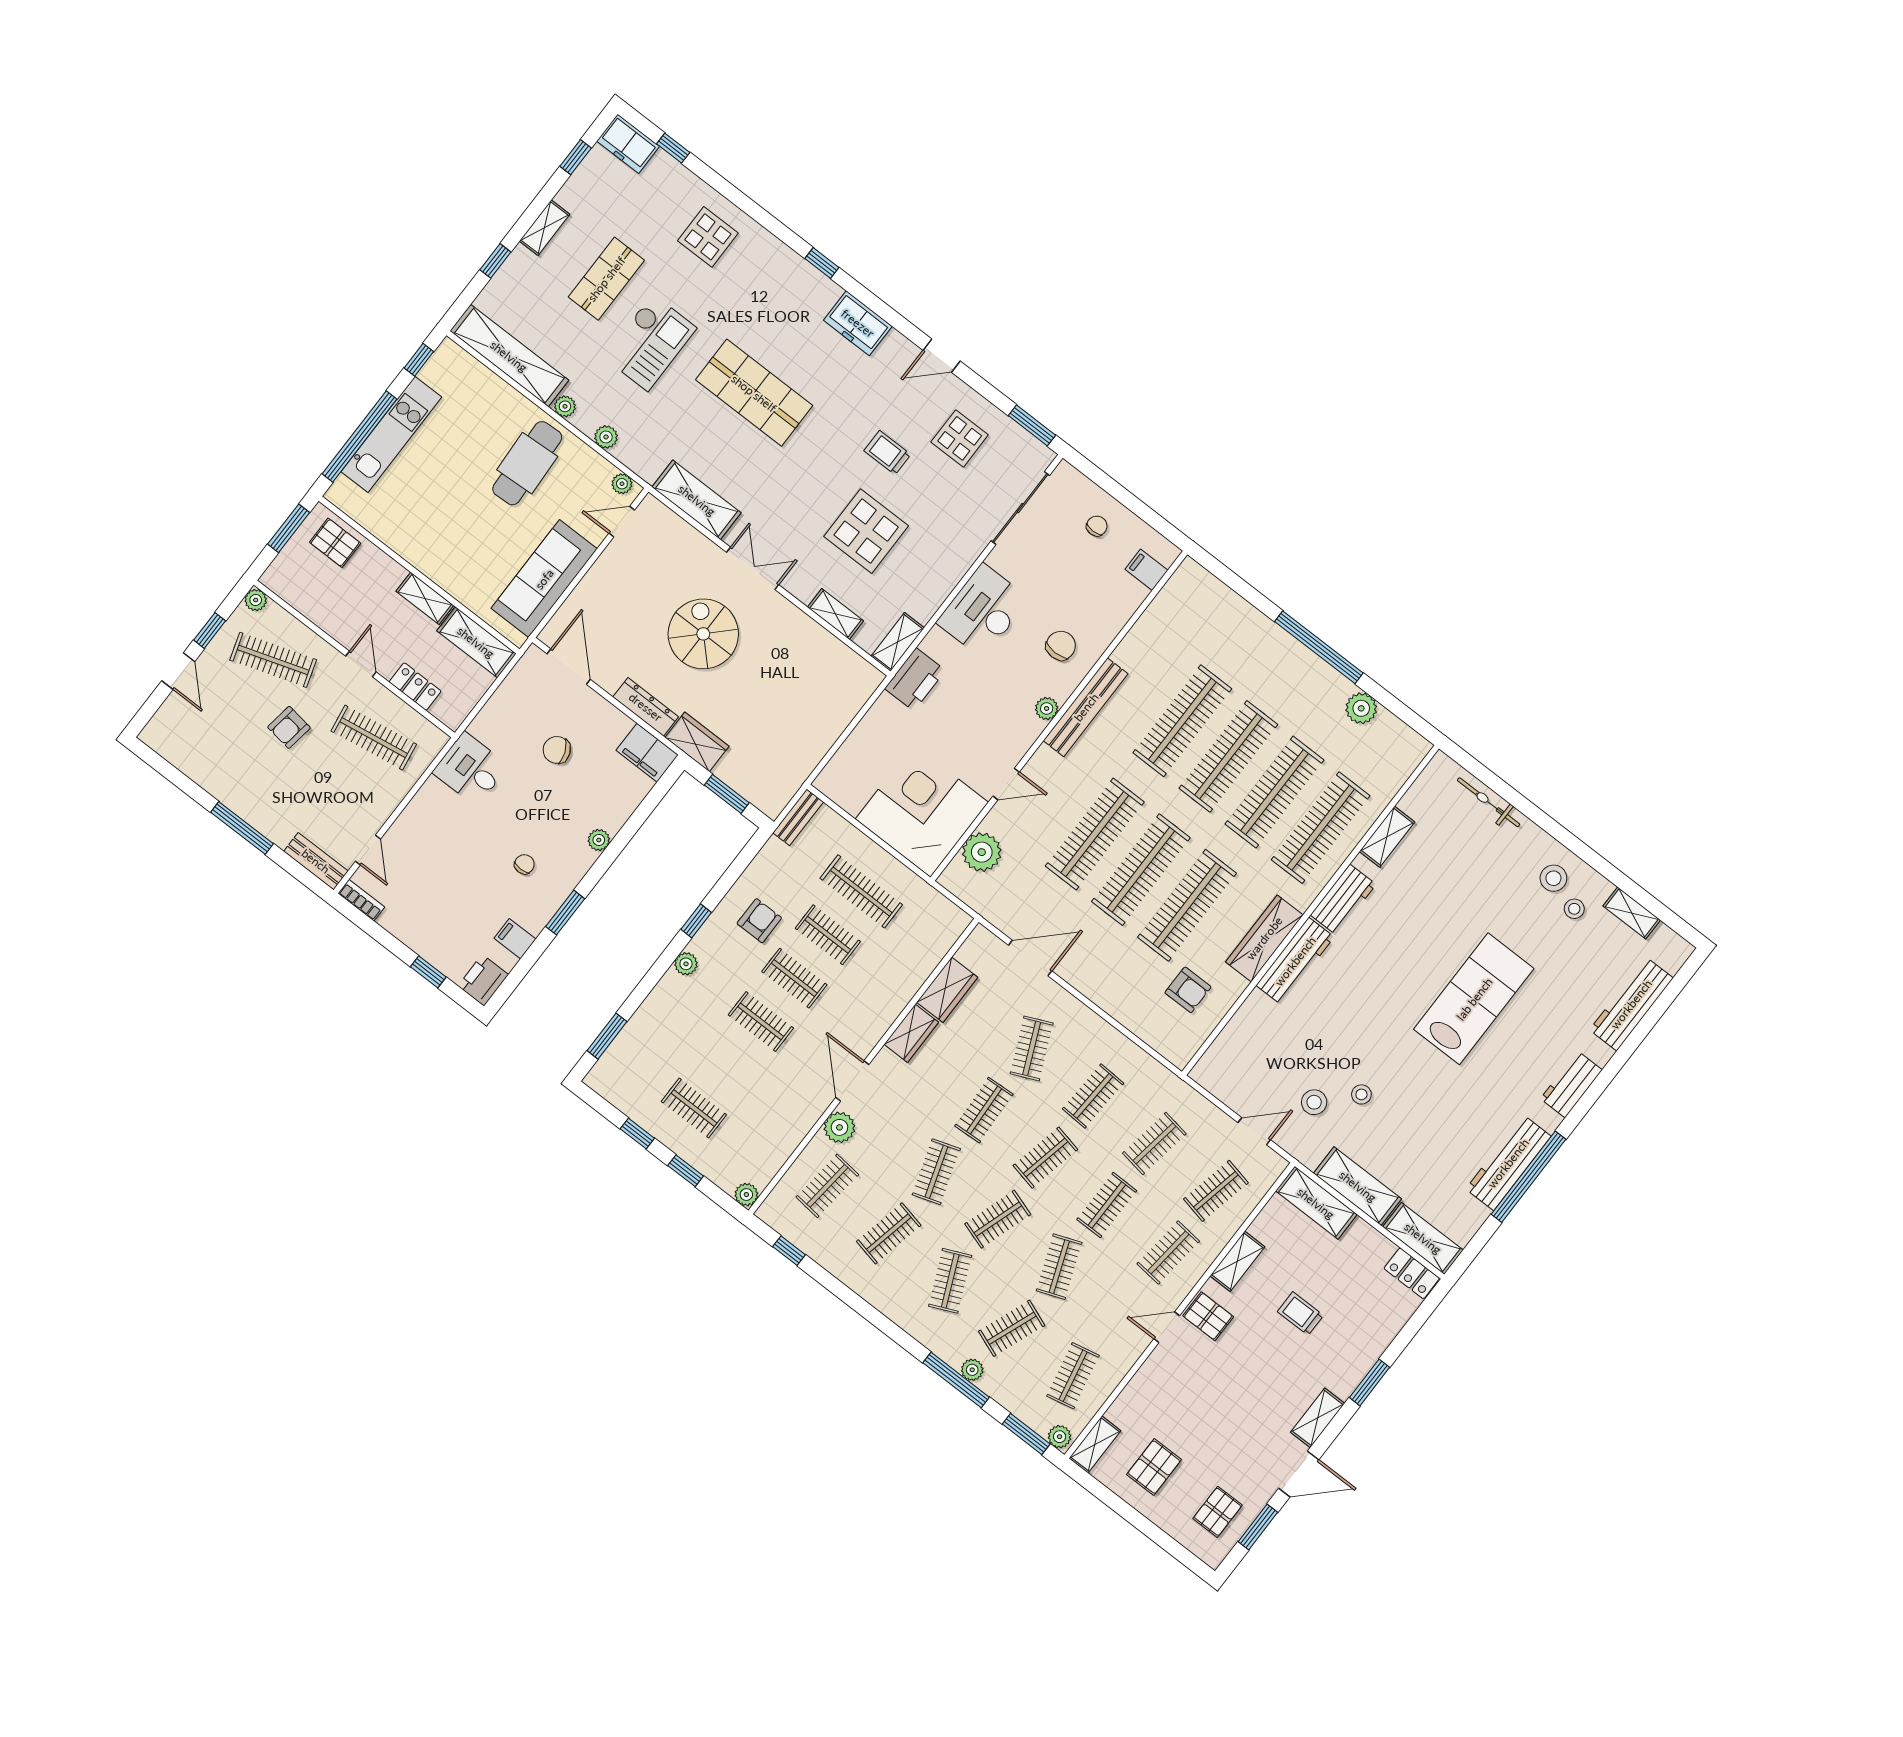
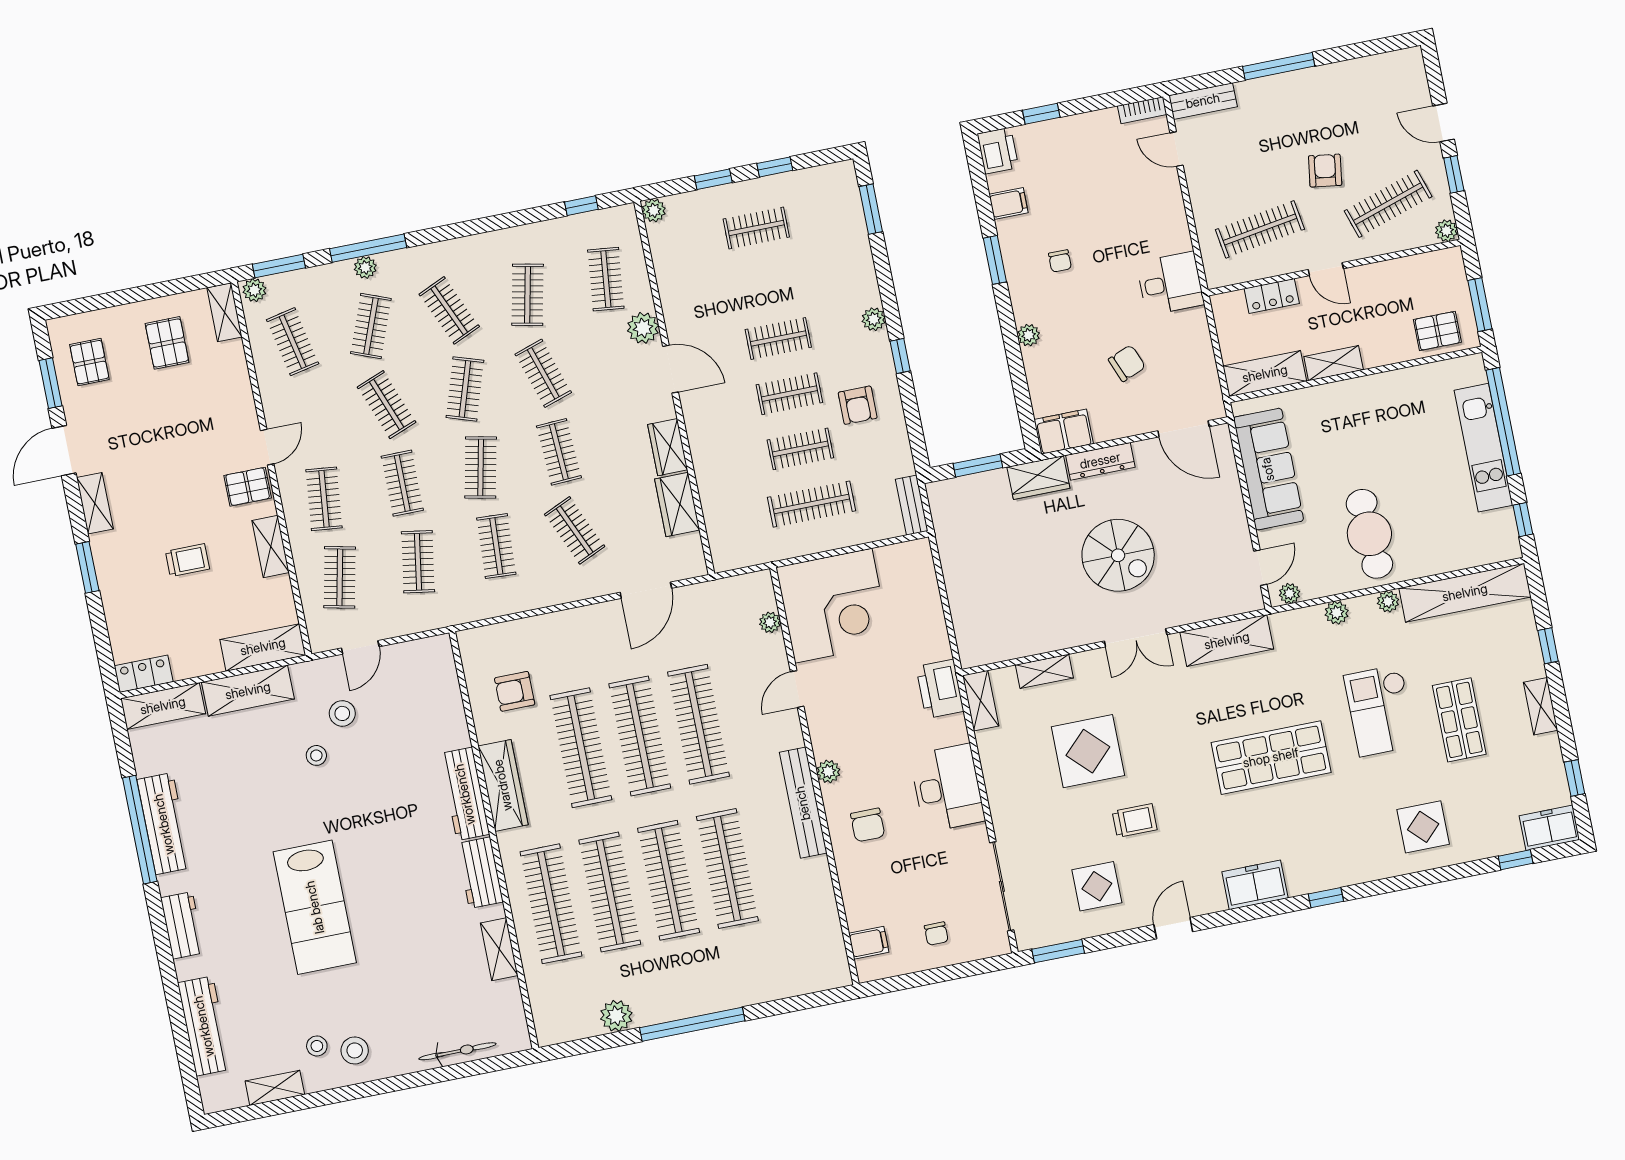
plant: (982, 852) -> (770, 622), width x0.53, depth x0.53

